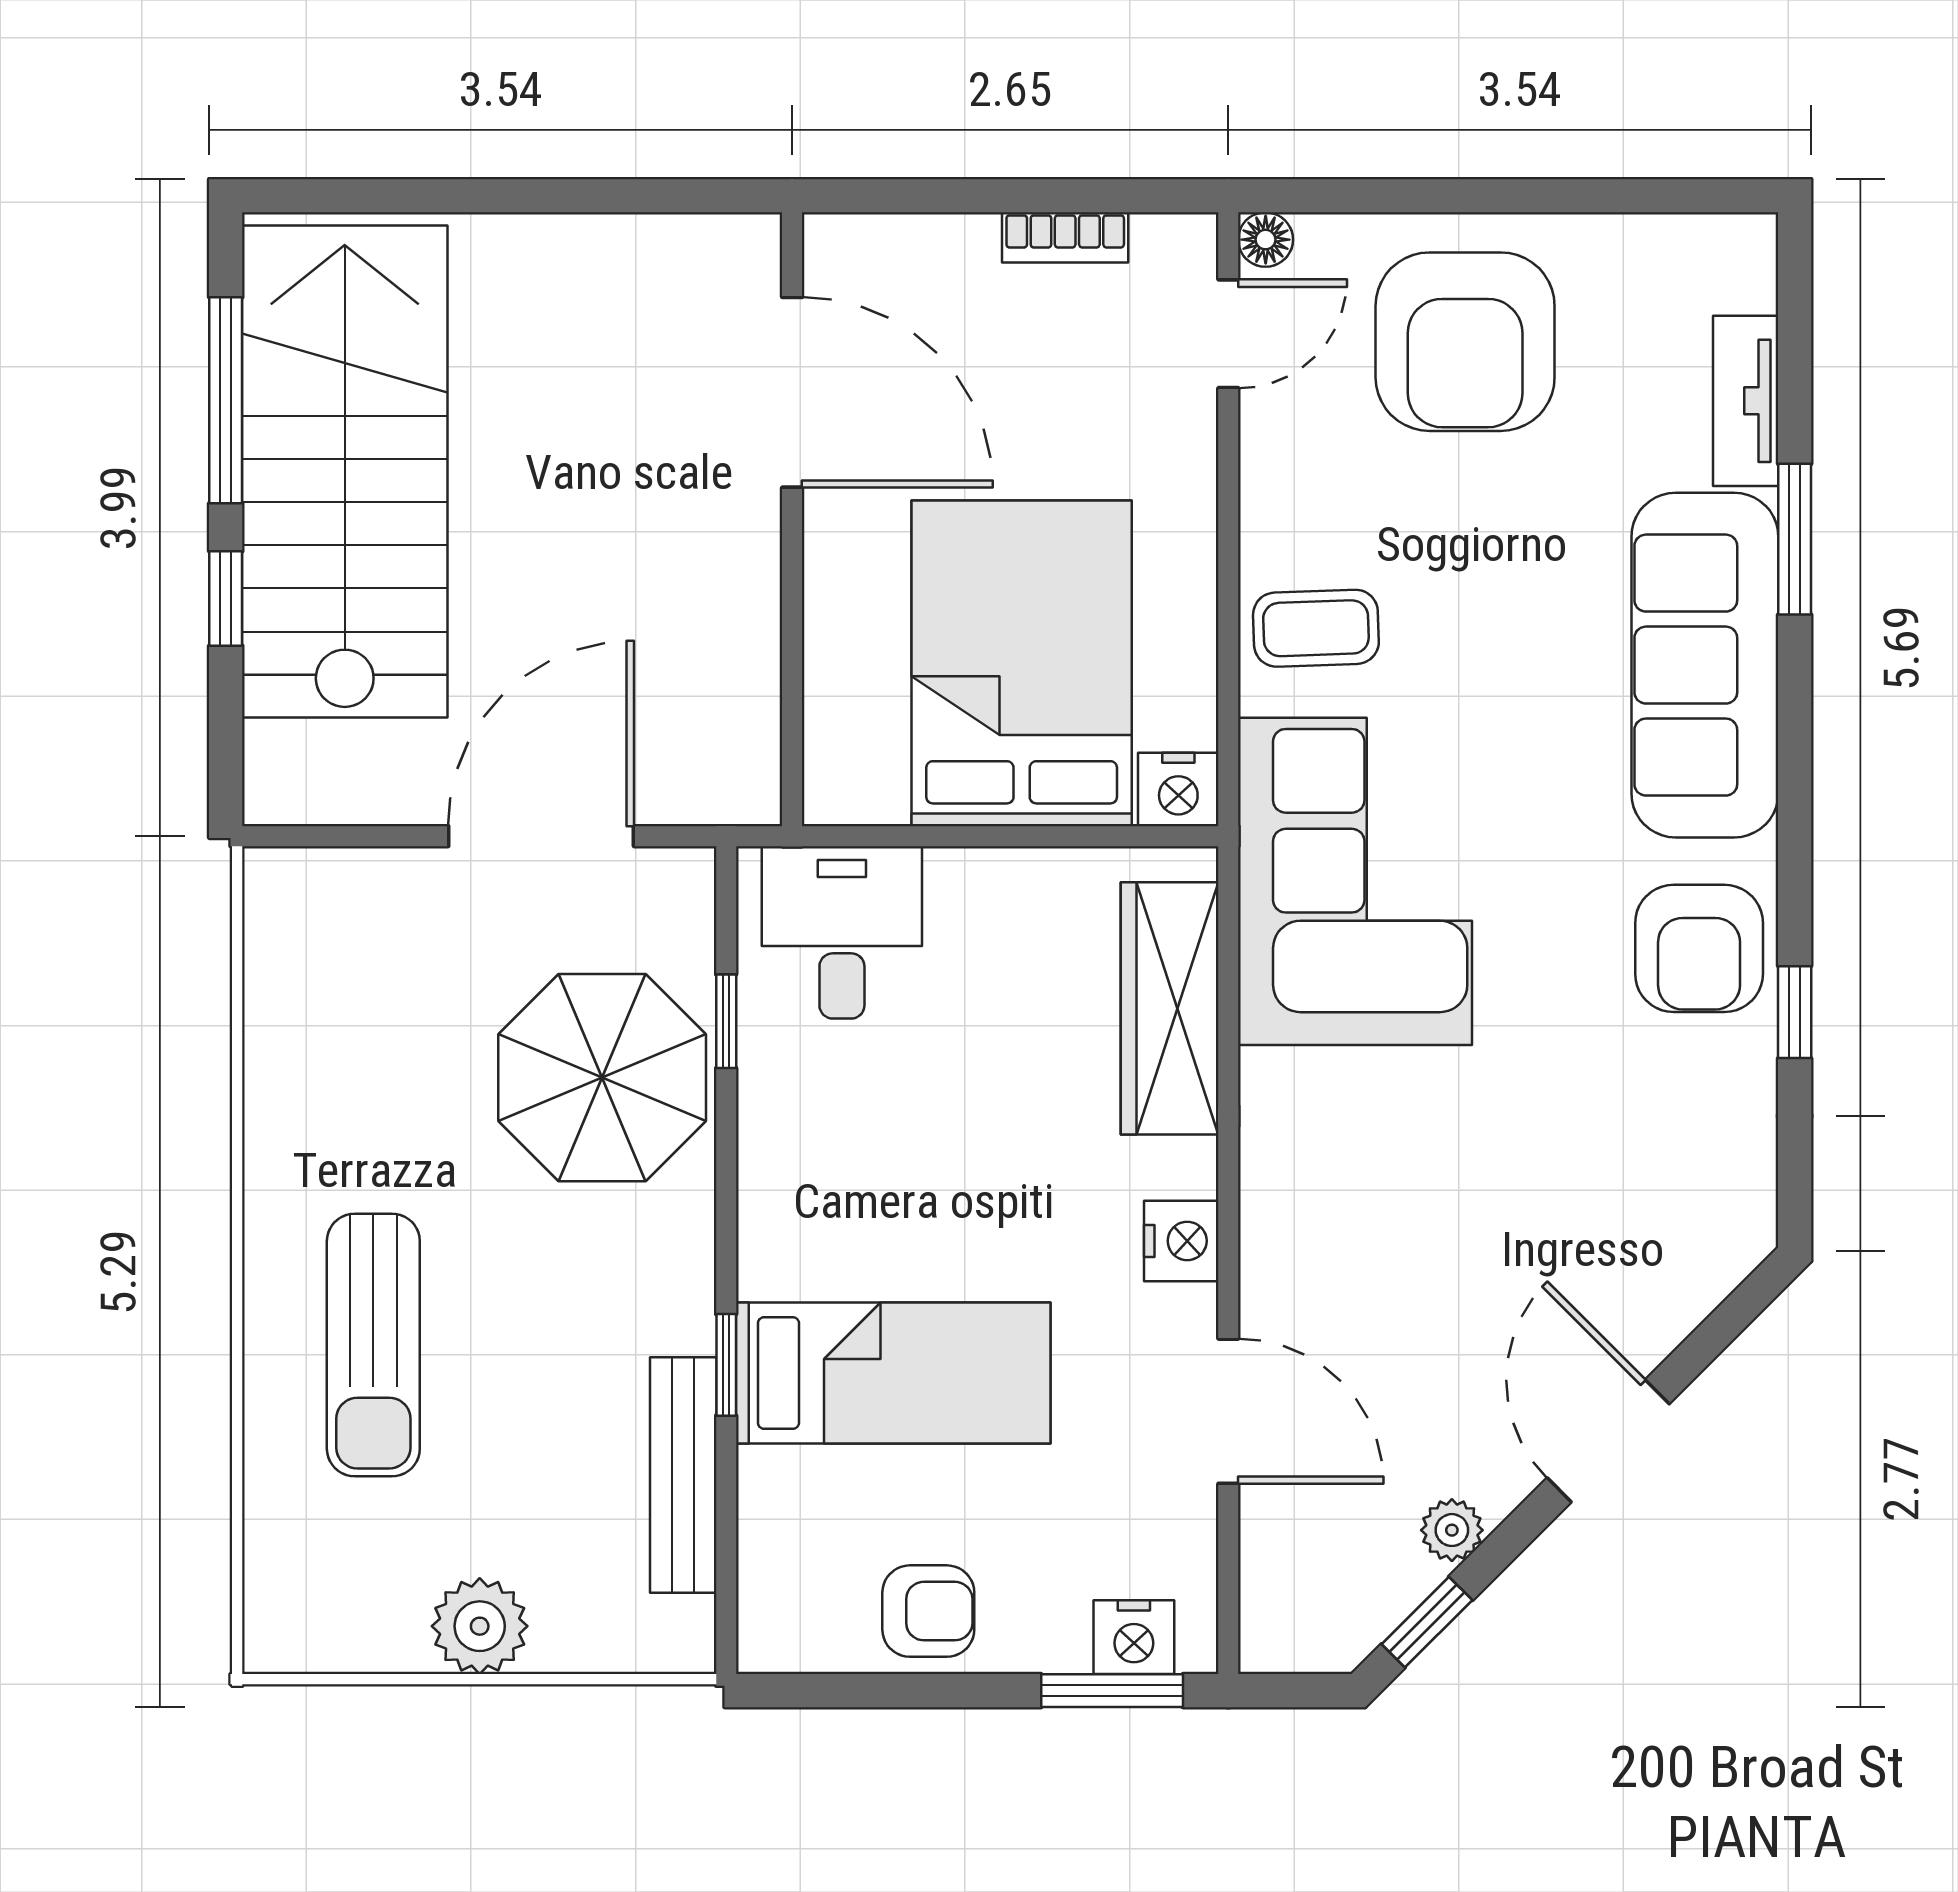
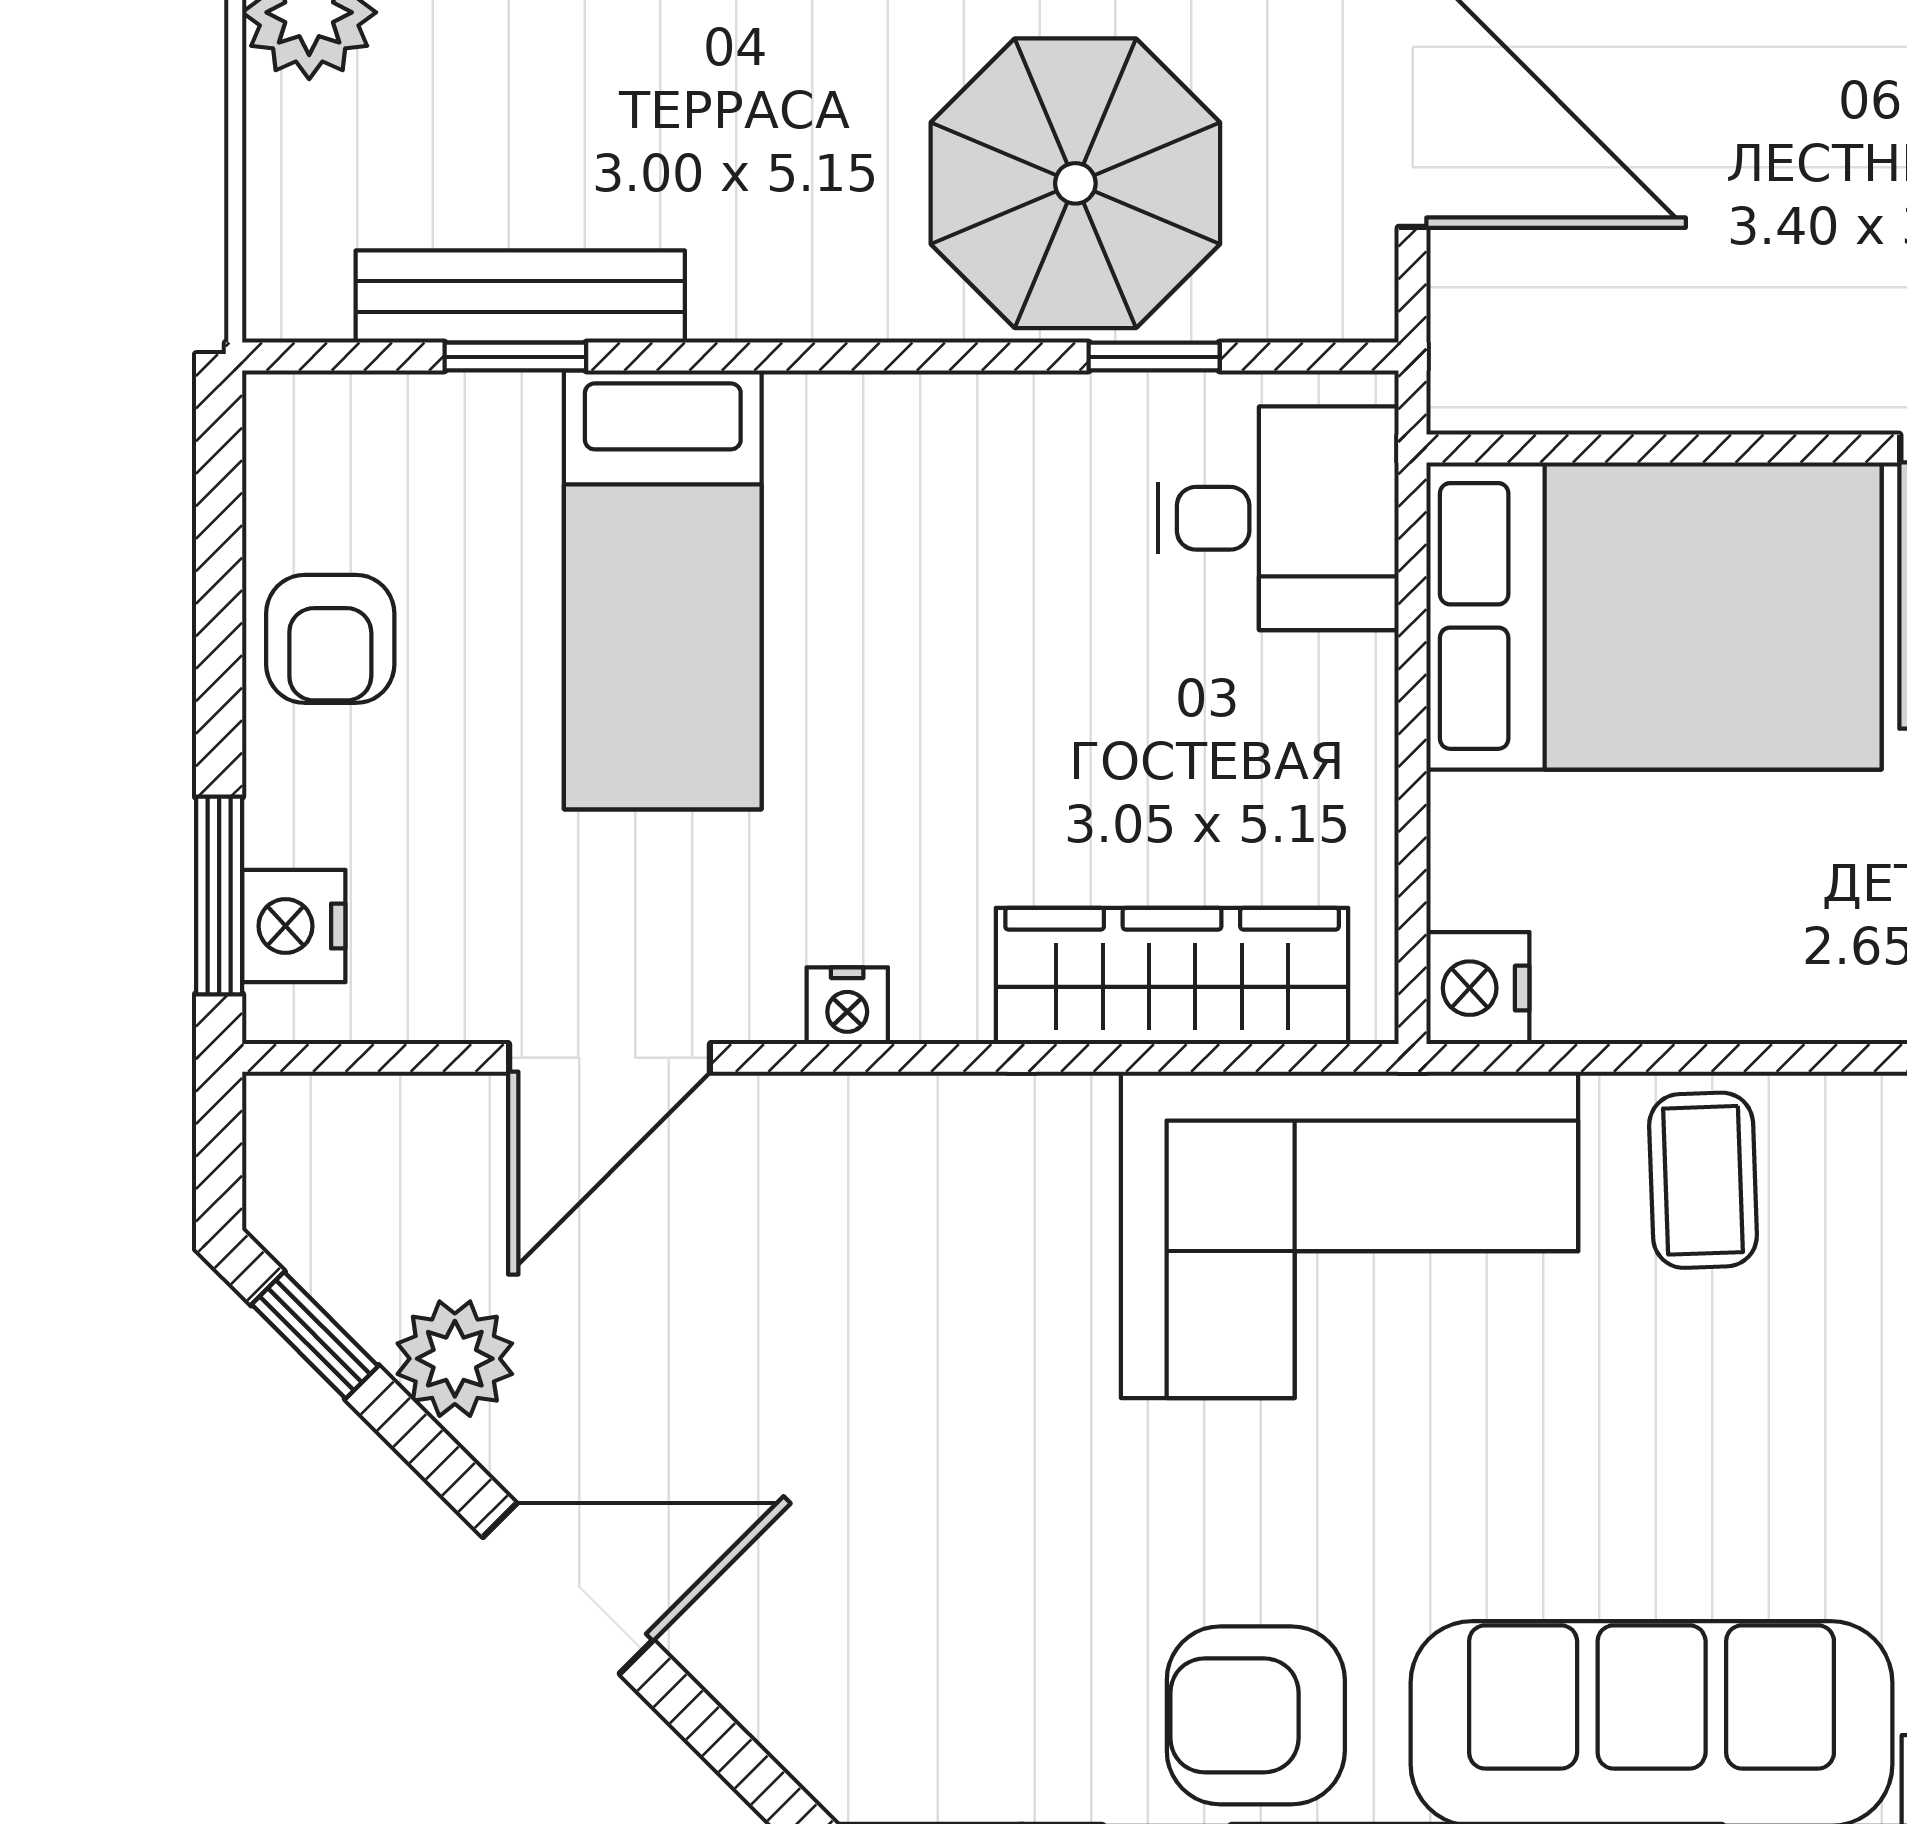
bed: (1022, 663) -> (1654, 616), moved
nightstand: (1181, 1241) -> (847, 1006), width x0.72, depth x0.74
window: (726, 1365) -> (515, 357), moved
plant: (1452, 1530) -> (455, 1359), width x1.38, depth x1.38

